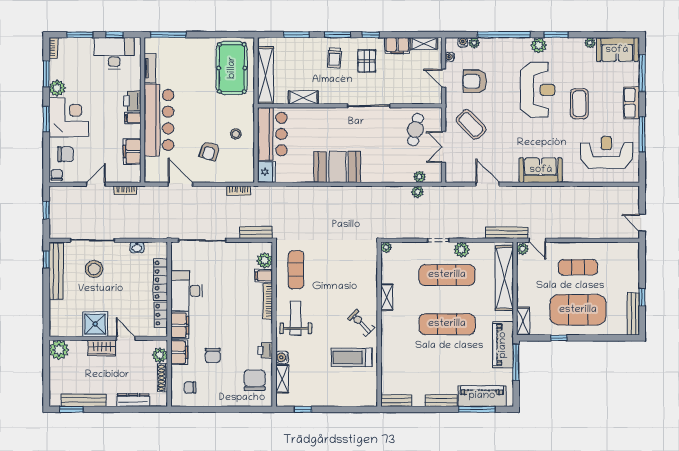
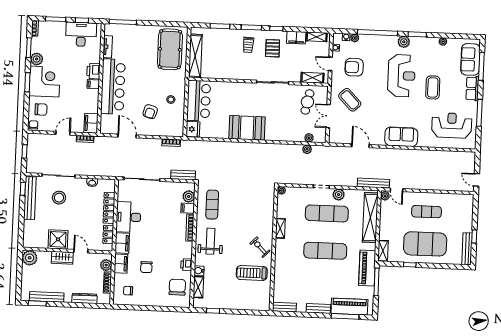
sofa: (617, 50) -> (470, 59), moved, turned 90
shelving: (303, 97) -> (312, 78), moved
filing cabinet: (132, 151) -> (91, 123), moved

